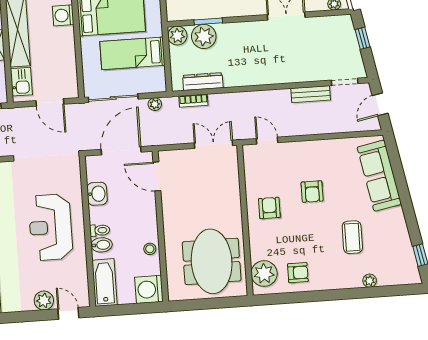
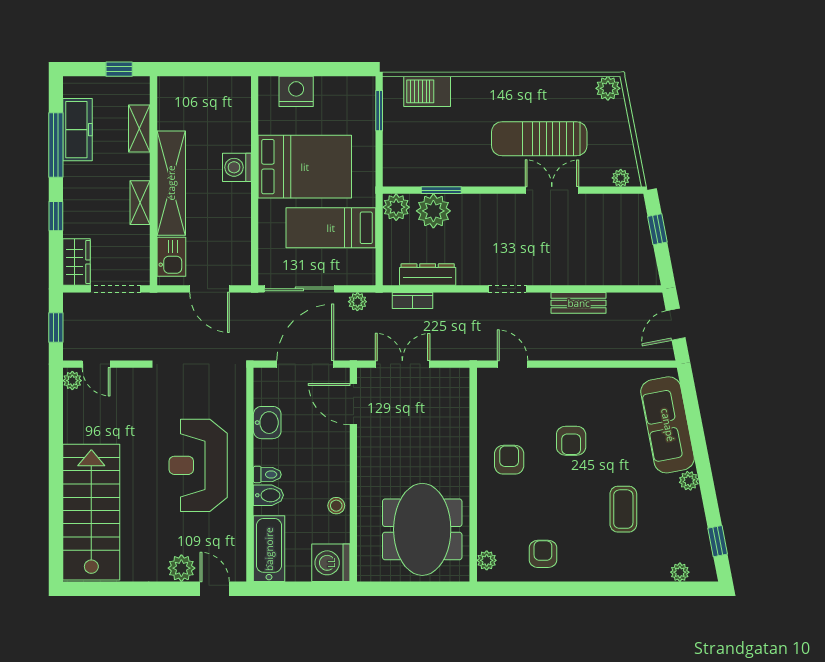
doorway: (345, 82) -> (507, 289), moved
double door: (214, 144) -> (402, 364), moved
plant: (397, 214) -> (689, 481), added
armchair: (298, 273) -> (543, 554), turned -90
plant: (264, 274) -> (487, 560), width x0.53, depth x0.53
plant: (370, 281) -> (680, 572), moved

